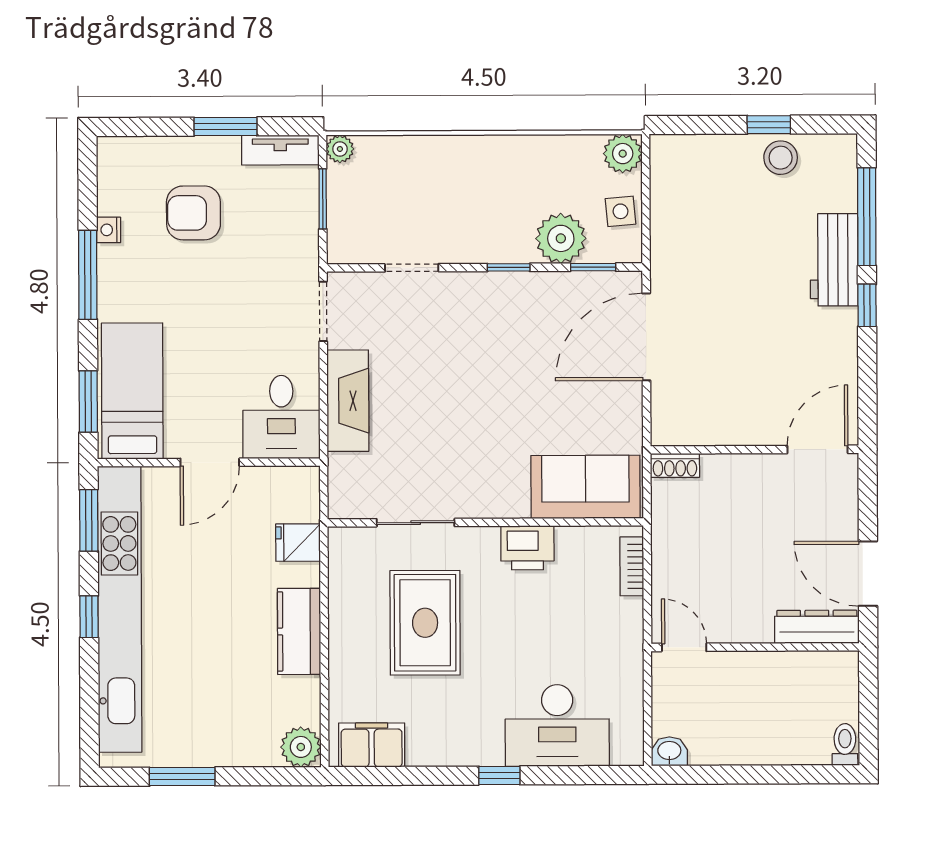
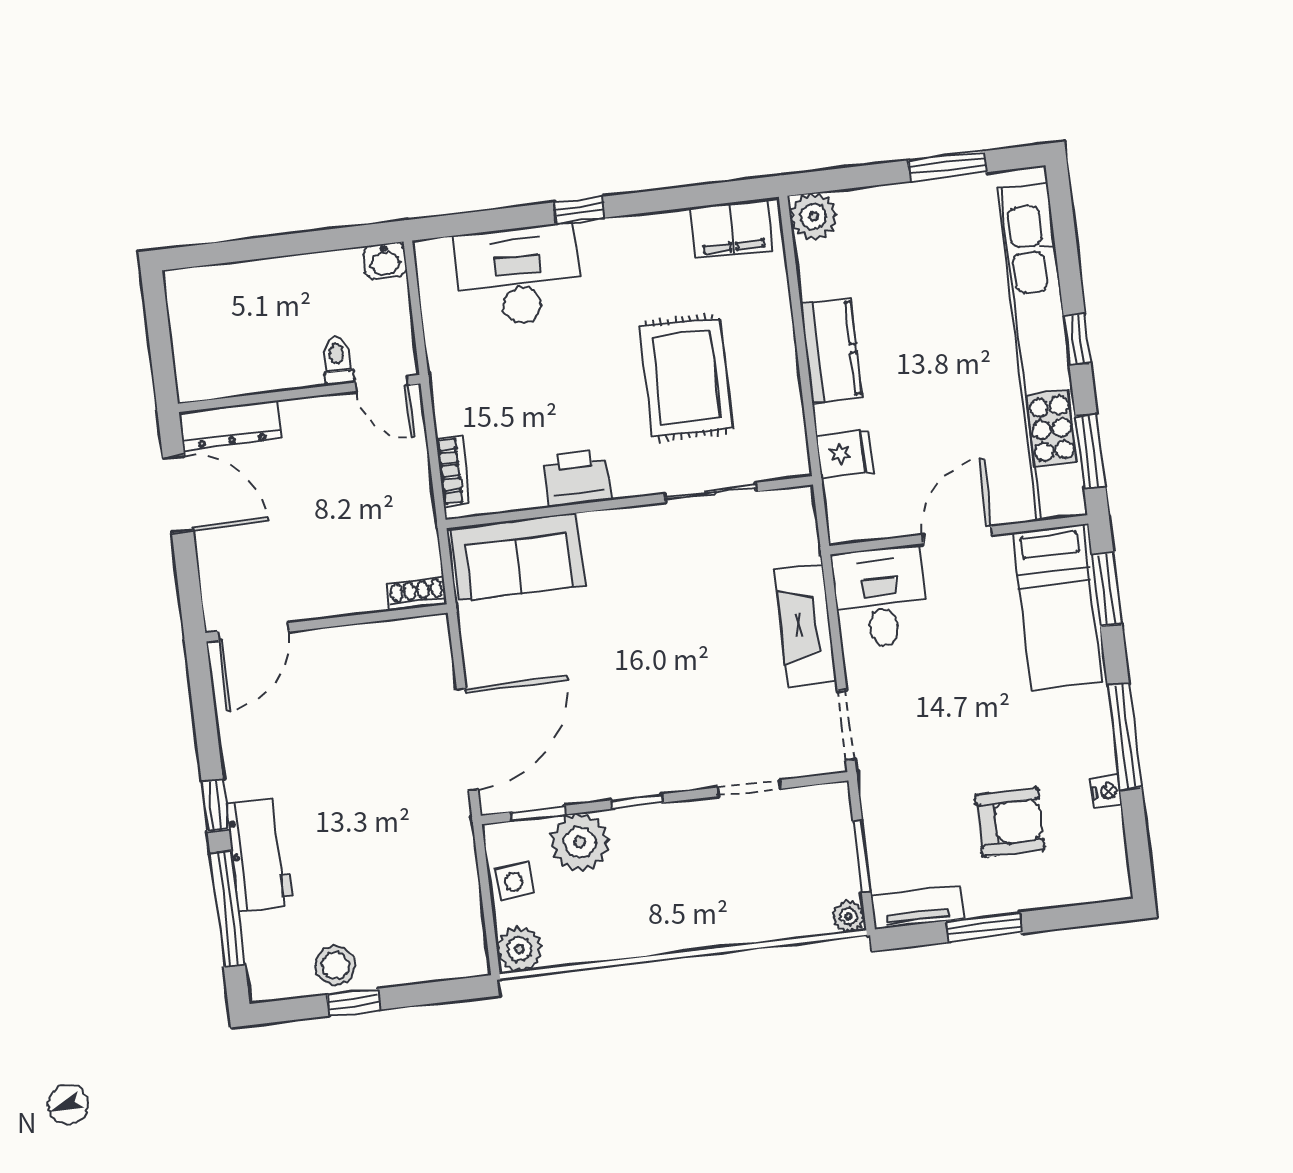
toilet: (845, 744) -> (337, 360), moved, turned 180

